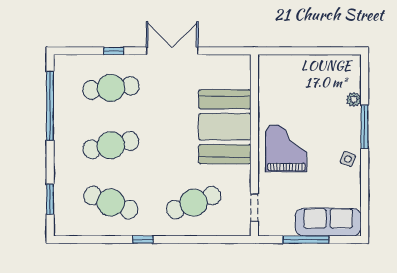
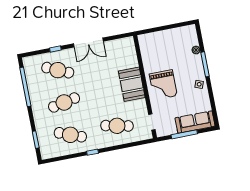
double door: (172, 51) -> (88, 43), swing flipped
cafe table: (111, 88) -> (58, 70), turned 30
booth: (225, 127) -> (132, 84), width x0.73, depth x0.70
grand piano: (286, 148) -> (163, 85), turned 180
cafe table: (194, 203) -> (117, 126), turned 33

